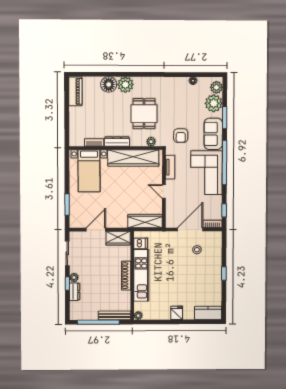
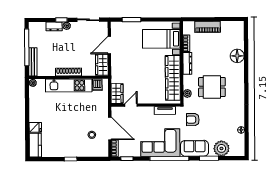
plant: (125, 85) -> (237, 71), removed
plant: (216, 87) -> (235, 151), removed
piano: (75, 91) -> (208, 27), moved
door: (164, 192) -> (131, 105), moved
wardrobe: (145, 221) -> (117, 94), width x0.67
door: (96, 230) -> (109, 45), swing flipped
fridge: (177, 313) -> (35, 127), moved

